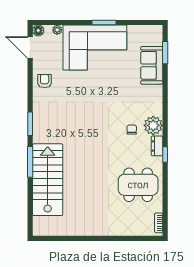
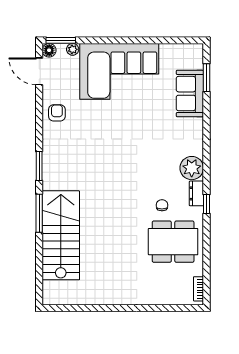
window: (104, 22) -> (61, 40), moved
chair: (132, 130) -> (162, 205), moved

